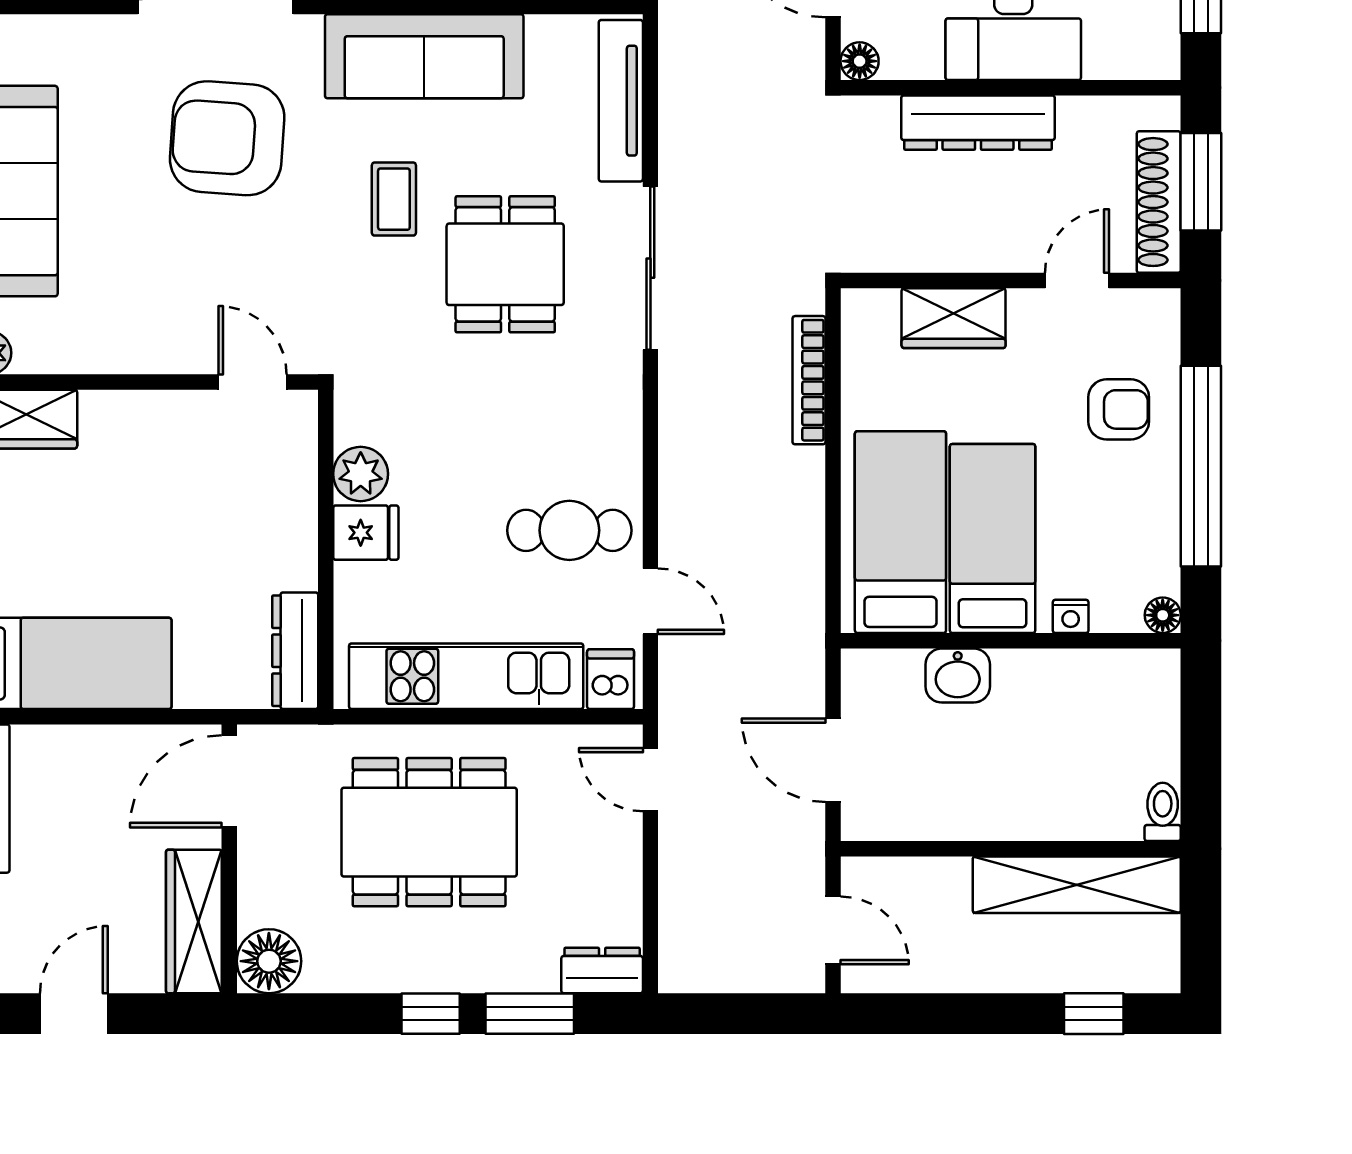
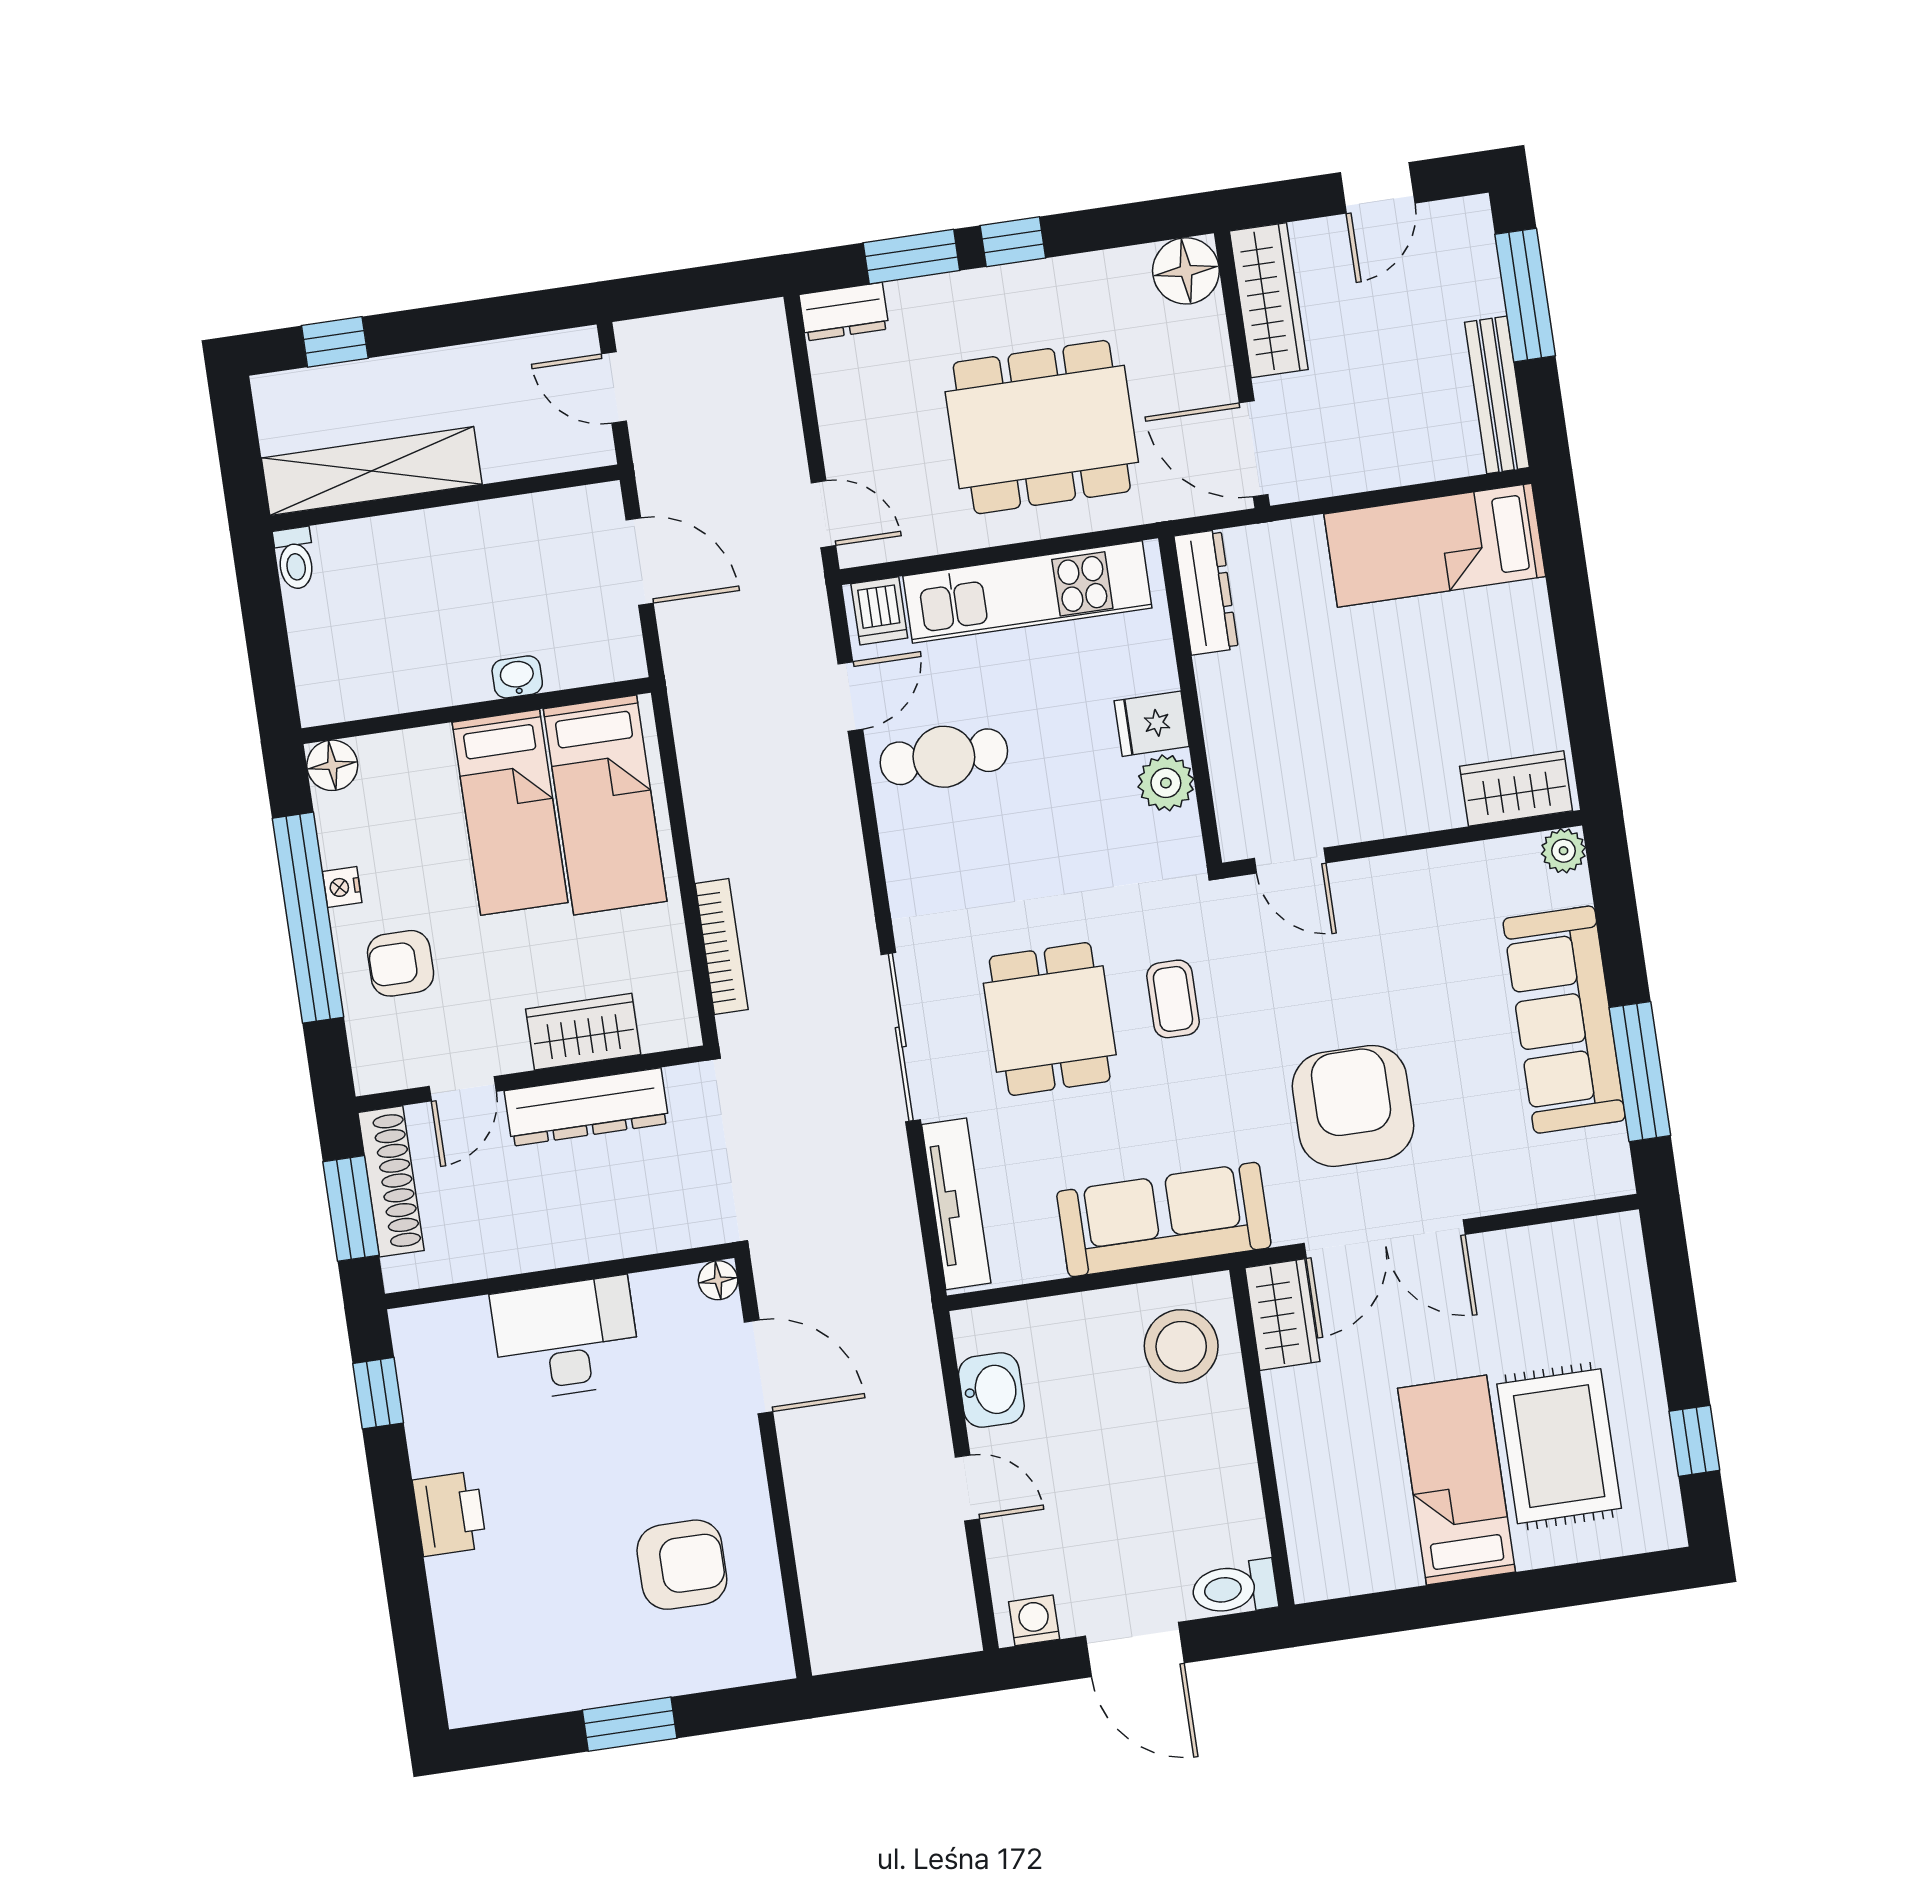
dresser: (978, 123) -> (587, 1107), moved, turned 180
armchair: (227, 138) -> (1353, 1106), turned -94
coffee table: (394, 199) -> (1173, 999), moved
door: (650, 601) -> (850, 696), swing flipped
floor lamp: (1163, 615) -> (332, 765), width x1.37, depth x1.37
nightstand: (1071, 616) -> (342, 887), moved, turned -90
washbasin: (958, 676) -> (517, 677), width x0.72, depth x0.69
door: (229, 781) -> (1254, 449), swing flipped

